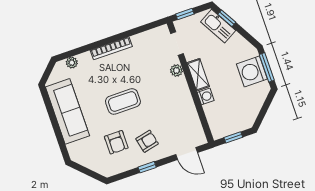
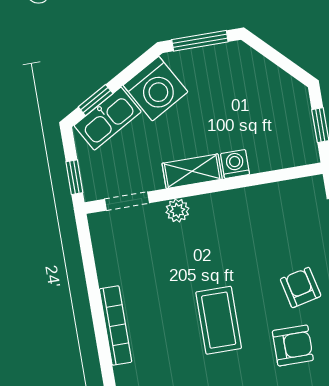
washing machine: (252, 71) -> (155, 89), moved, turned -30

